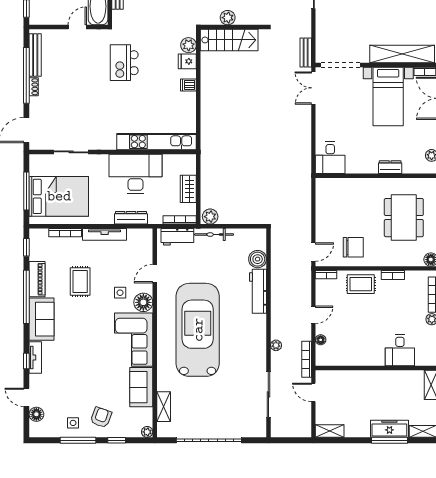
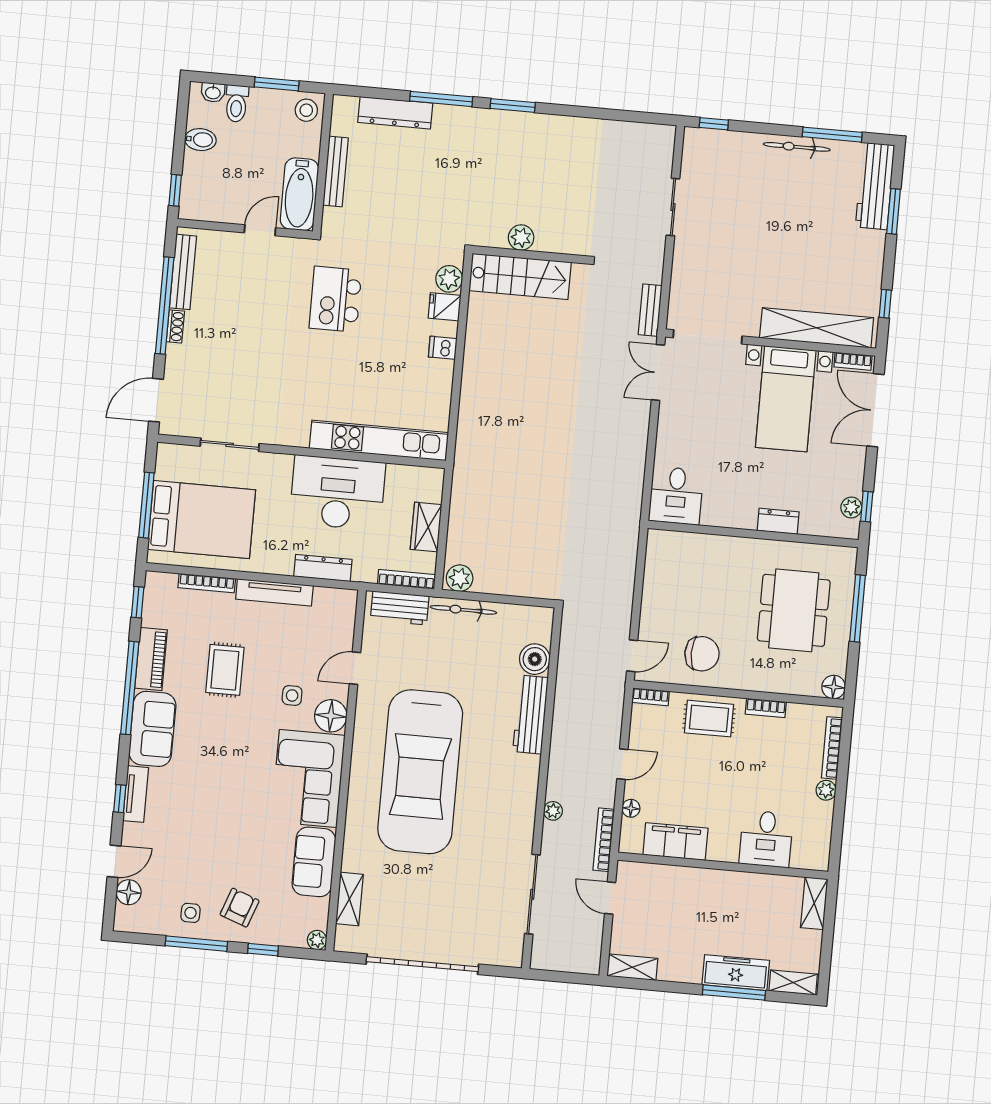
car: (198, 330) -> (420, 772), turned 180
filing cabinet: (348, 357) -> (675, 841), added
door: (26, 397) -> (114, 861), swing flipped

